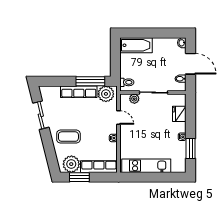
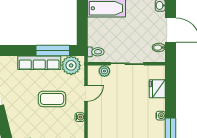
door: (119, 117) -> (86, 93), hinge flipped
coffee table: (68, 137) -> (52, 99), moved

